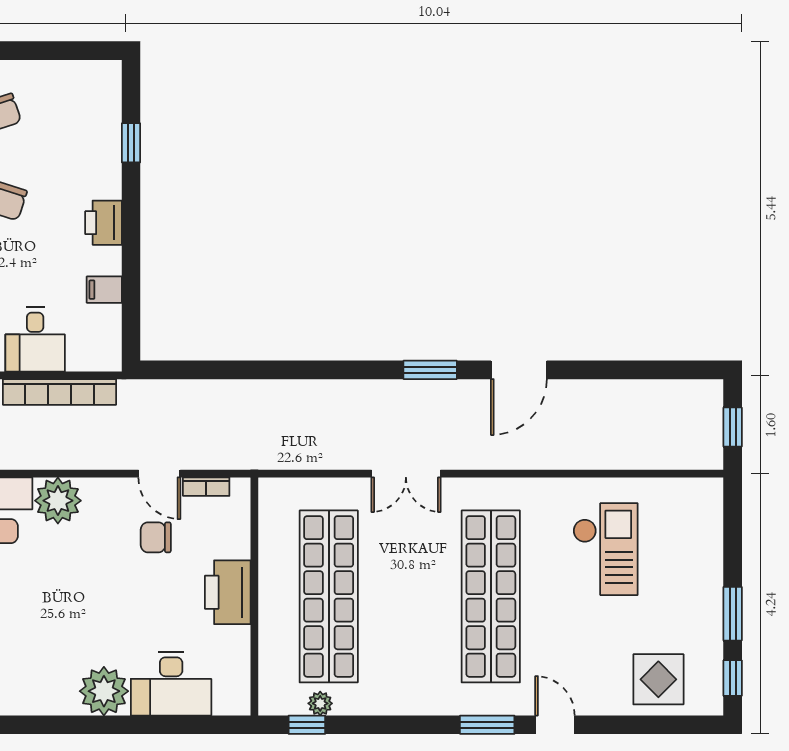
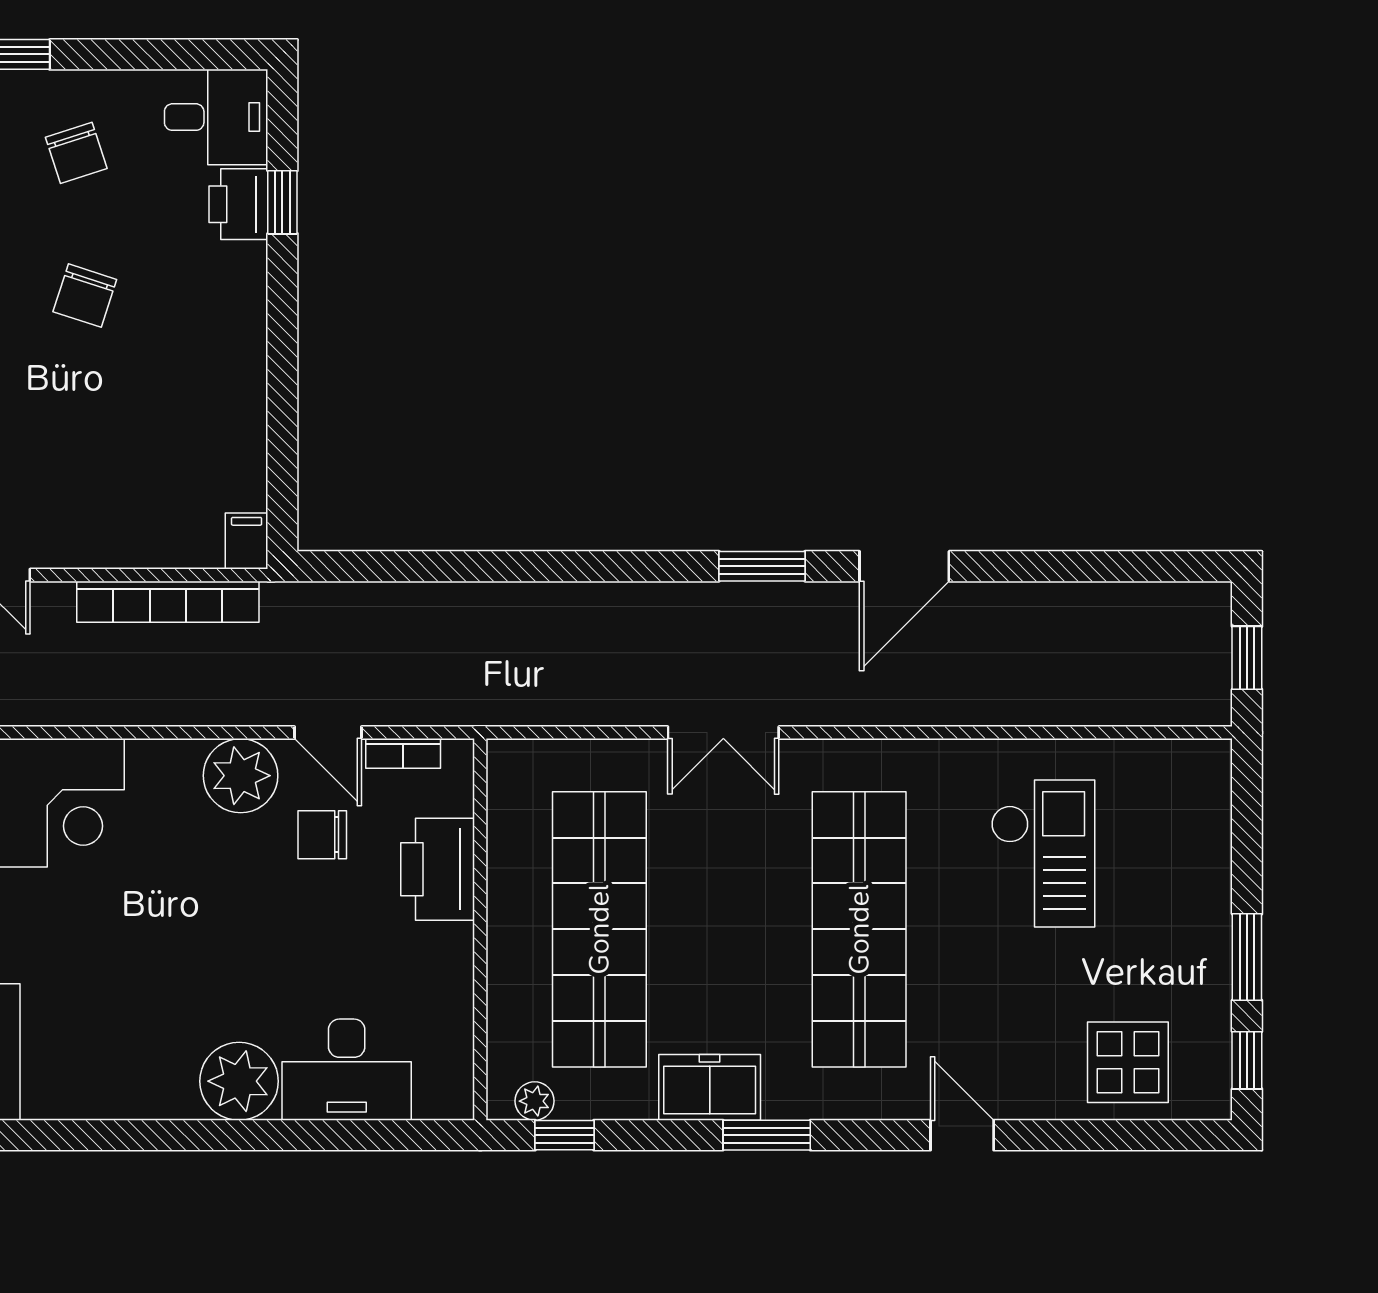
printer: (103, 223) -> (238, 204), moved
filing cabinet: (104, 290) -> (247, 541), moved, turned 90
desk: (35, 340) -> (216, 117), moved, turned -90
plant: (58, 501) -> (241, 776), moved
printer: (228, 592) -> (438, 869), moved
freezer: (397, 695) -> (710, 1087), added
plant: (320, 703) -> (535, 1101), moved
window: (487, 725) -> (767, 1135), moved

